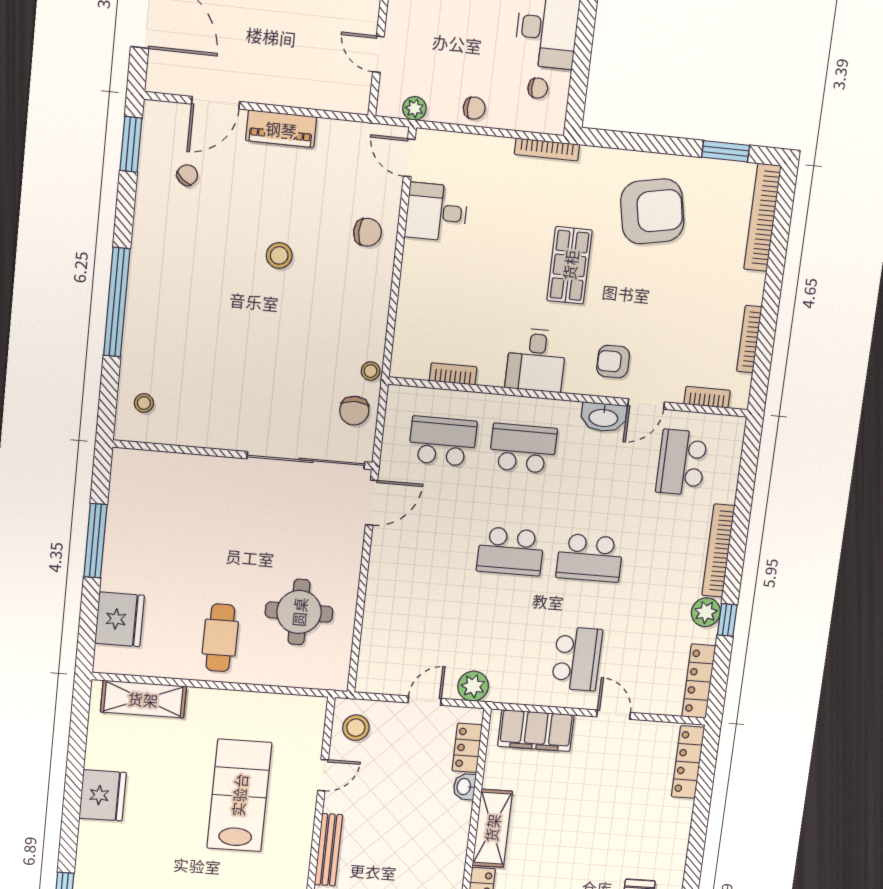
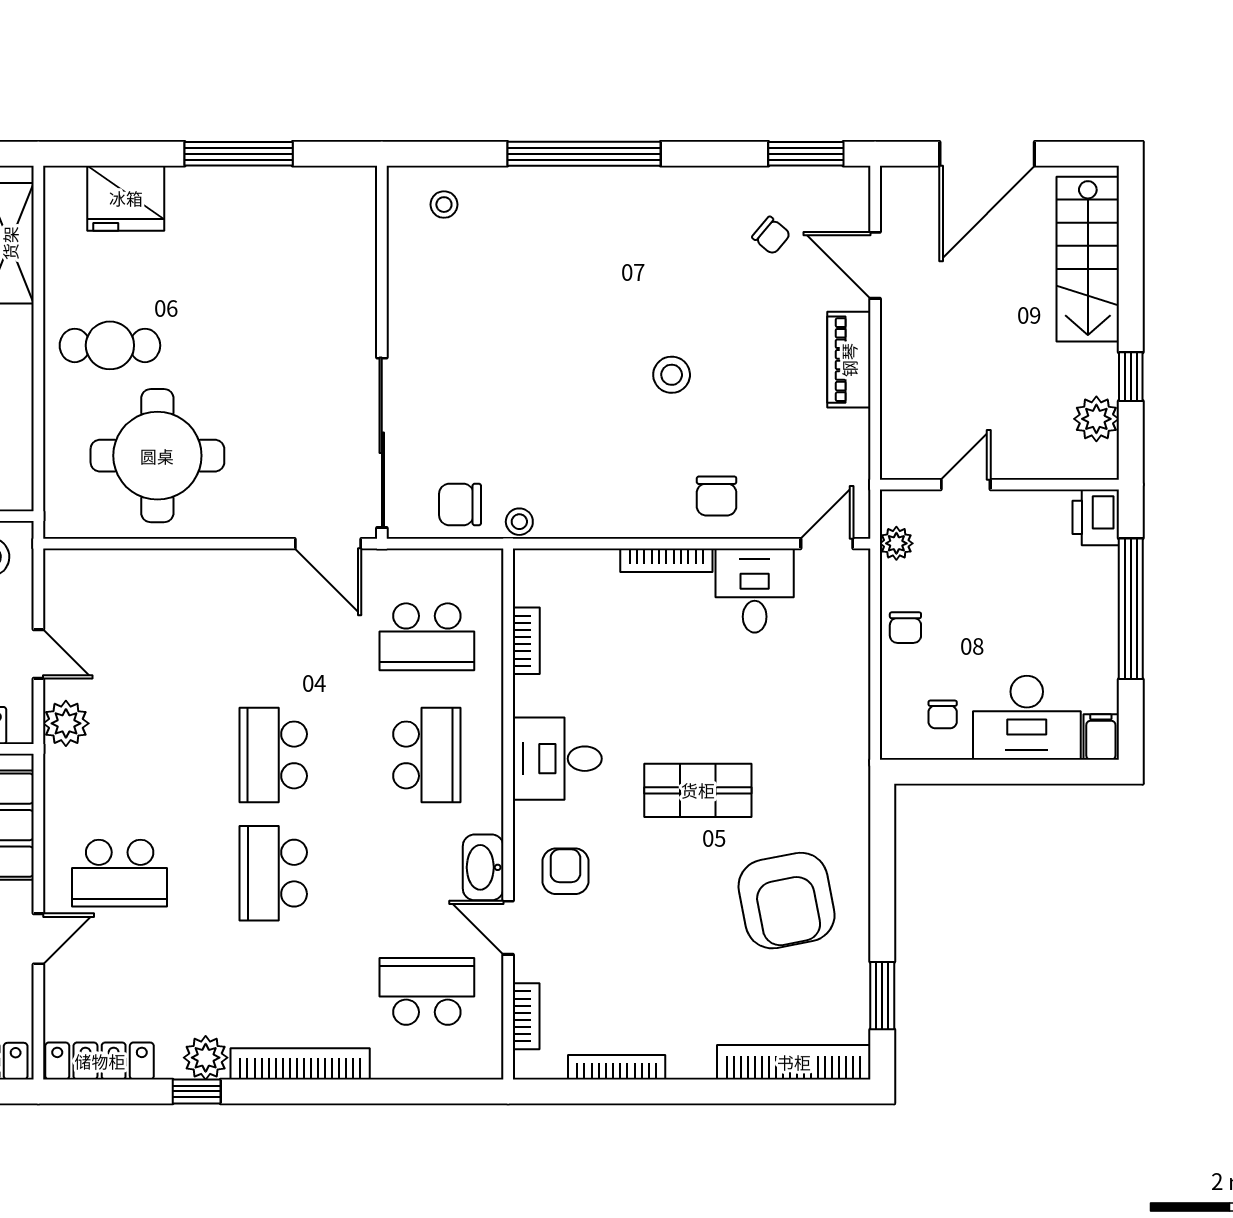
bookcase: (547, 149) -> (666, 560), moved, turned -90
school desk: (443, 441) -> (427, 637), turned 90
round table: (299, 612) -> (157, 456), width x1.36, depth x1.36

